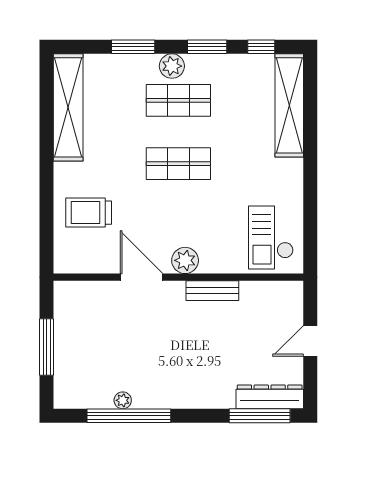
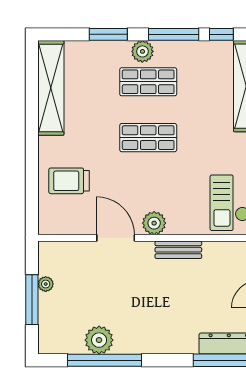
window: (207, 47) -> (174, 34), width x1.44
plant: (62, 329) -> (46, 284), added
plant: (123, 400) -> (99, 340), width x1.88, depth x1.88

